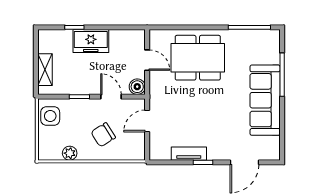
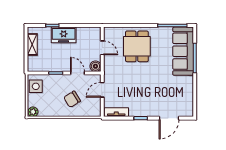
dining table: (198, 58) -> (137, 46), width x0.73
shelving: (45, 70) -> (32, 44), moved
sofa: (265, 100) -> (183, 51), moved
plant: (70, 153) -> (33, 112), moved
tv unit: (189, 154) -> (116, 112), moved

